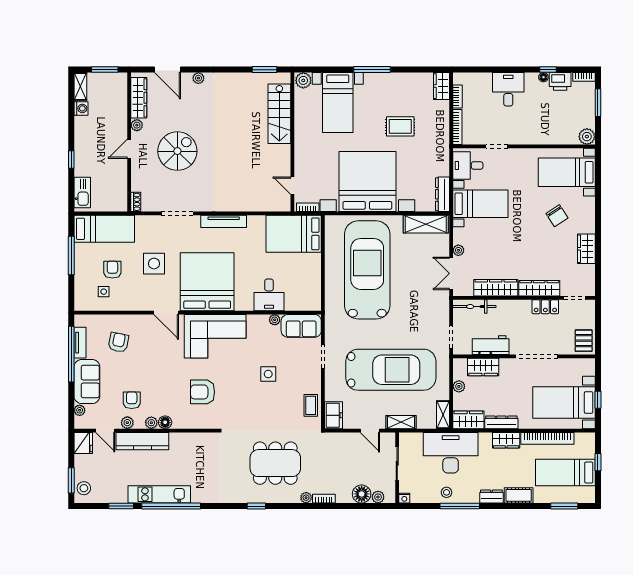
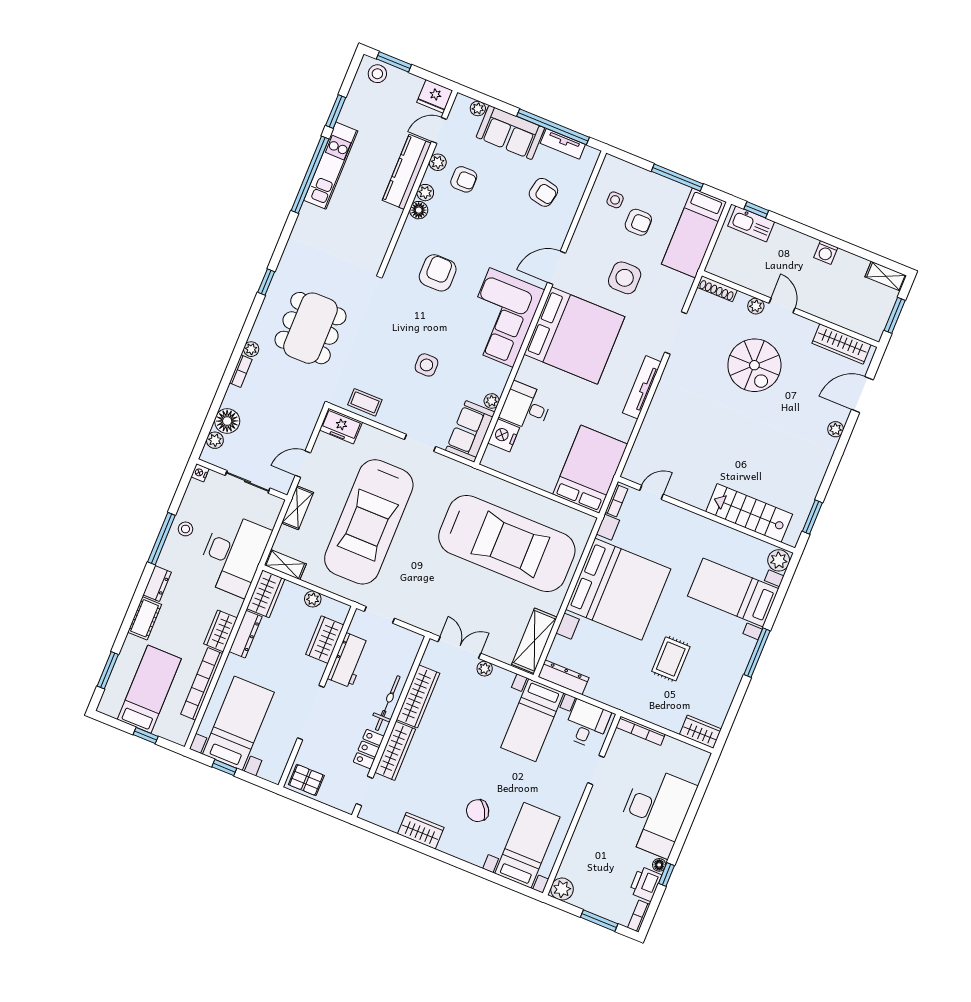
desk: (508, 89) -> (656, 812), width x1.87, depth x1.30
bookcase: (458, 97) -> (679, 747), removed
washing machine: (81, 108) -> (826, 252), moved
plant: (137, 125) -> (756, 306), moved
window: (71, 159) -> (756, 210), moved
shoe rack: (136, 202) -> (717, 289), width x1.43
nightstand: (295, 302) -> (504, 435), added
bicycle: (474, 307) -> (388, 703), moved

